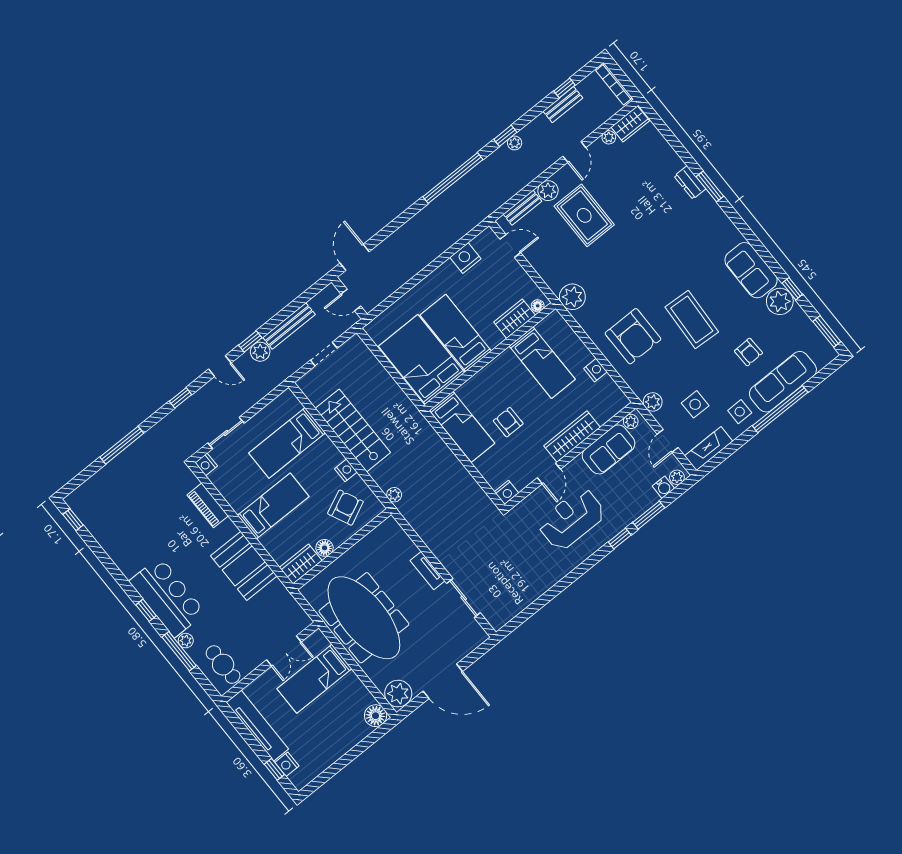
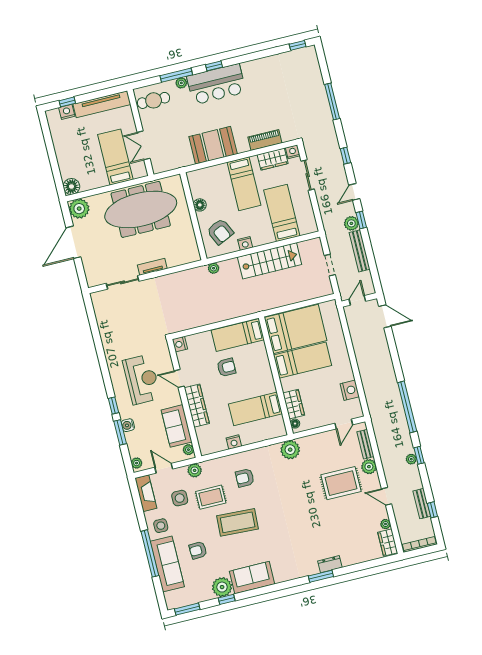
armchair: (633, 336) -> (245, 478), width x0.53, depth x0.53
rug: (676, 367) -> (211, 497), added
water cooler: (663, 487) -> (128, 425), moved
wardrobe: (301, 564) -> (273, 159), moved, turned 90

